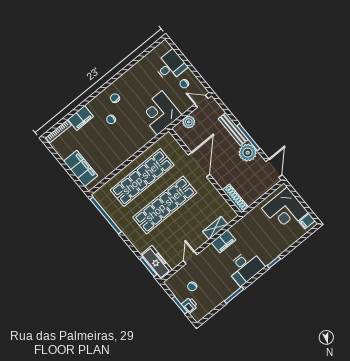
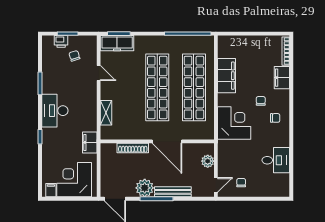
desk: (170, 66) -> (276, 160), moved, turned -90
corner desk: (160, 113) -> (234, 123), moved
filing cabinet: (81, 169) -> (227, 76), moved, turned -90
shoe rack: (235, 199) -> (133, 148), moved
filing cabinet: (223, 241) -> (90, 142), moved

